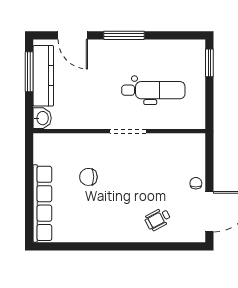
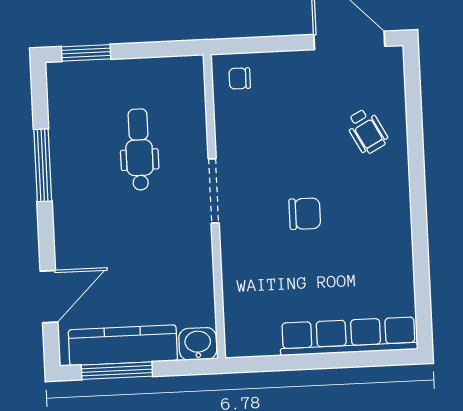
window: (124, 35) -> (43, 165), moved
dental chair: (153, 90) -> (139, 150), width x0.73, depth x0.72
chair: (88, 177) -> (305, 214), moved, turned -90
chair: (196, 183) -> (240, 78), moved

